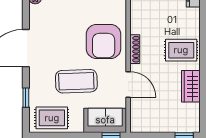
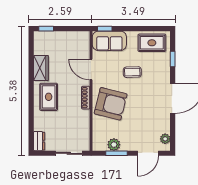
armchair: (104, 41) -> (111, 104), turned 104
rug: (181, 50) -> (49, 97), turned 90
coffee table: (76, 81) -> (132, 72), width x0.54, depth x0.58

